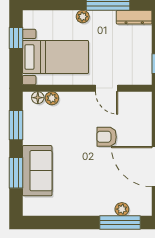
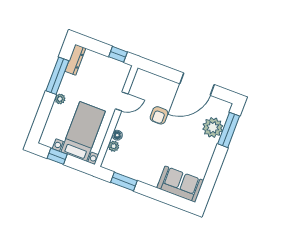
floor lamp: (38, 98) -> (117, 135), moved
sofa: (37, 171) -> (180, 184), moved
window: (16, 173) -> (160, 195), removed
plant: (122, 209) -> (213, 127), width x1.88, depth x1.88

